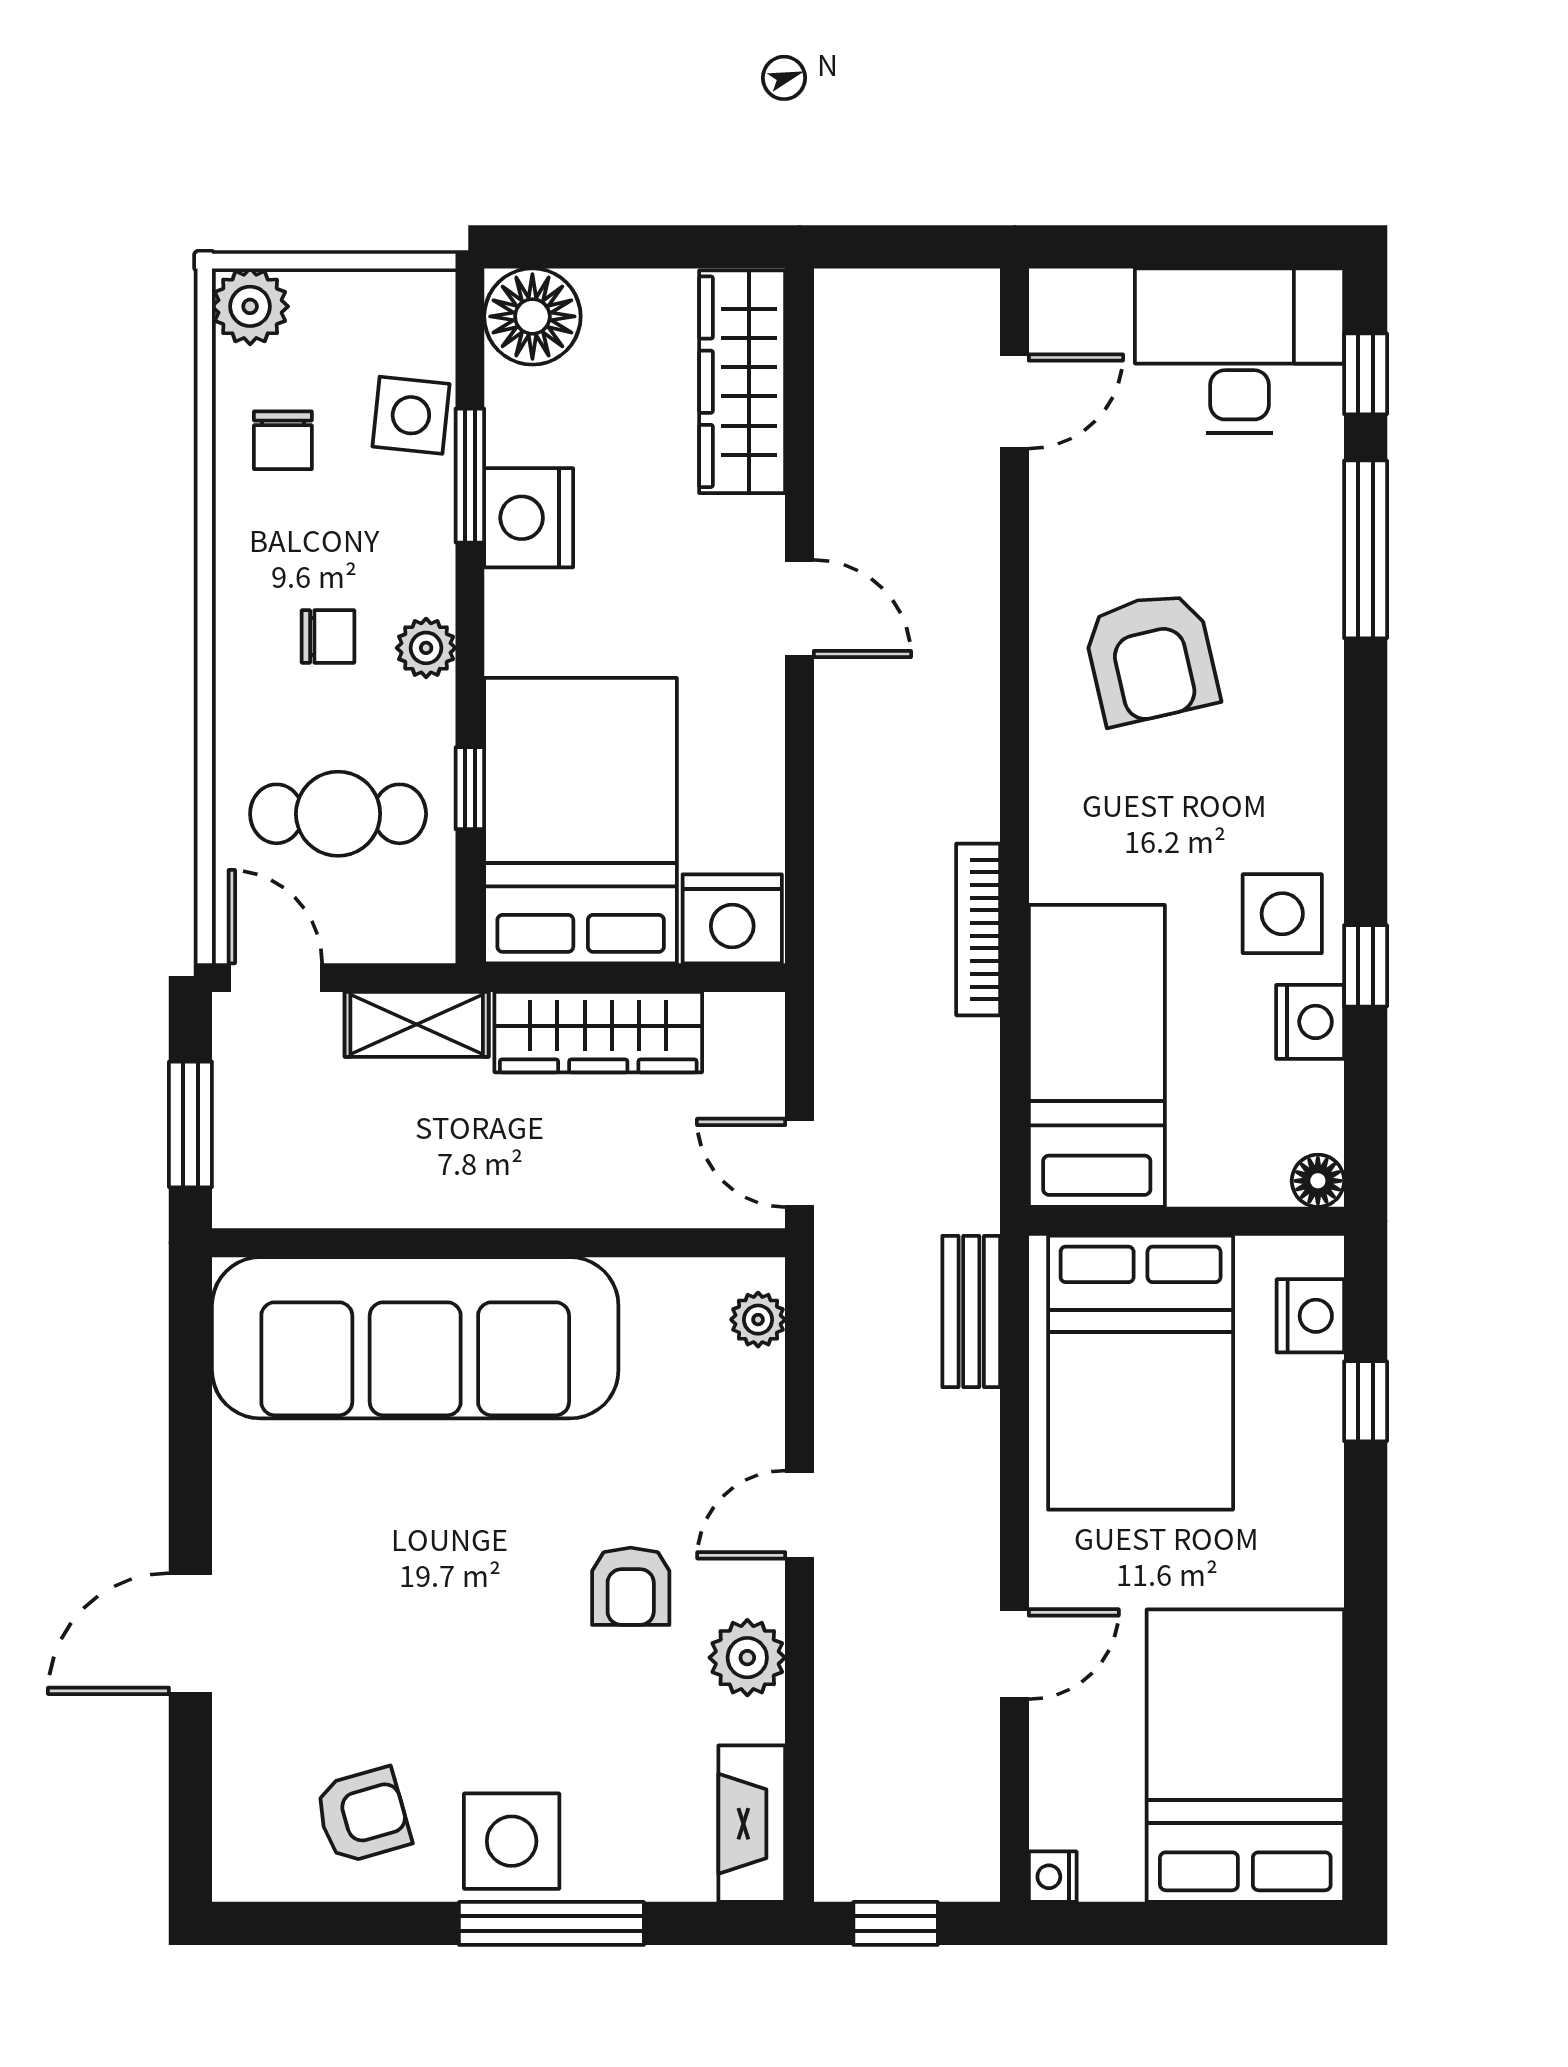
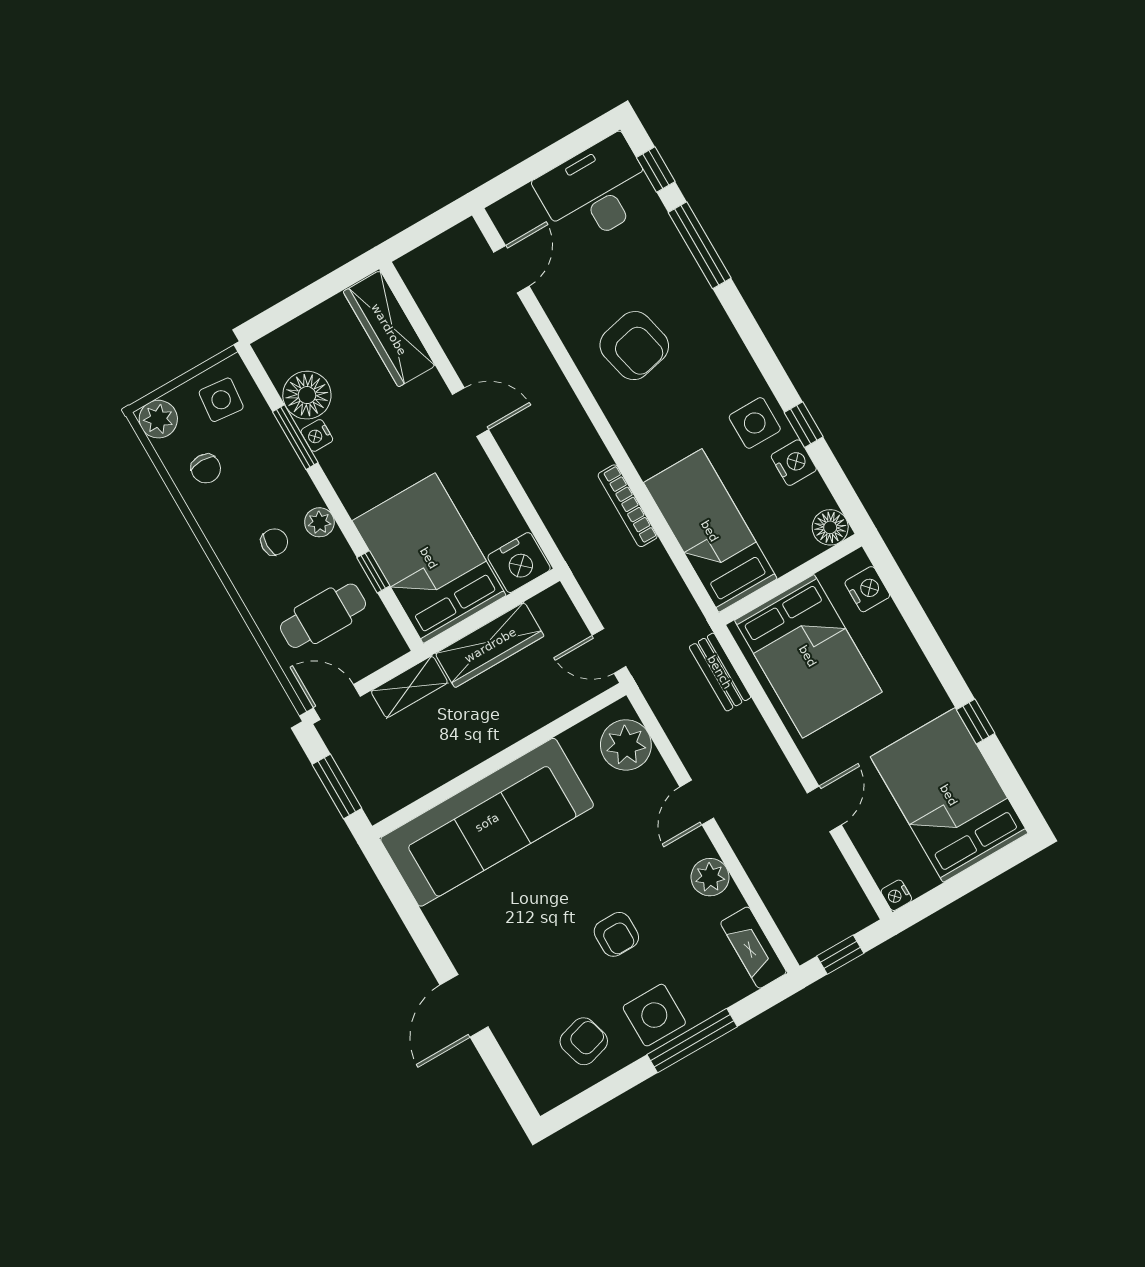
floor lamp: (532, 316) -> (307, 395), moved
side table: (411, 415) -> (221, 400), moved
nightstand: (529, 518) -> (317, 435), width x0.53, depth x0.56
floor lamp: (1318, 1181) -> (830, 527), width x1.37, depth x1.37
plant: (758, 1320) -> (626, 745), width x1.88, depth x1.88
window: (1366, 1401) -> (976, 721), moved
armchair: (631, 1586) -> (616, 934), moved

